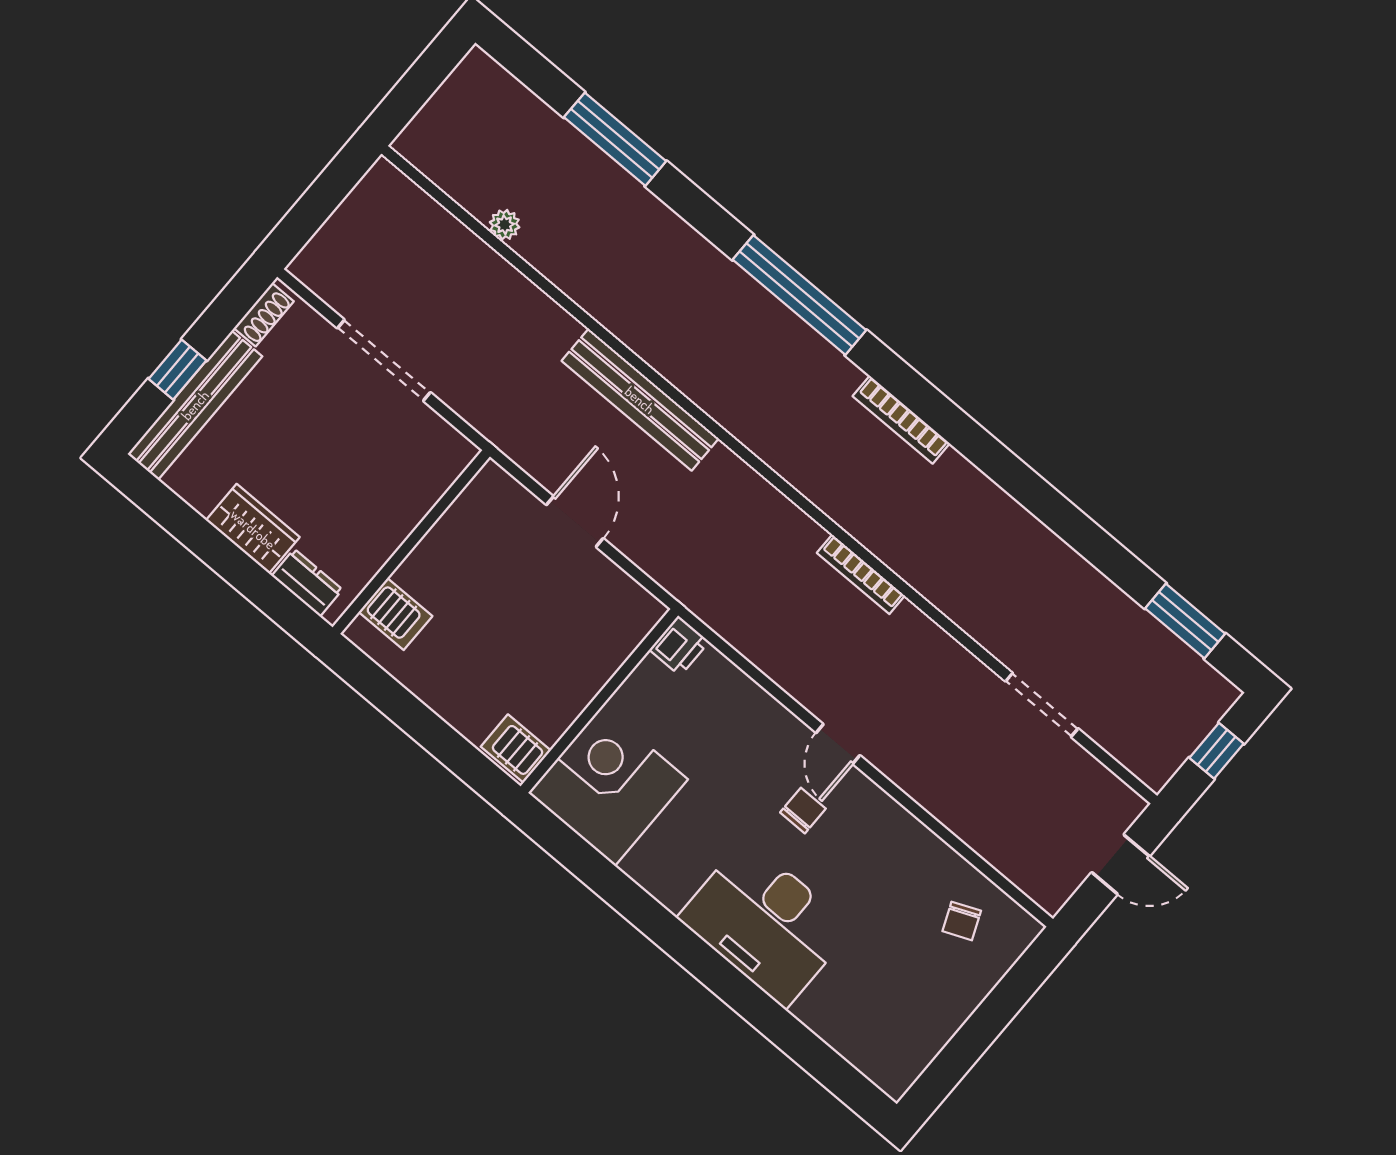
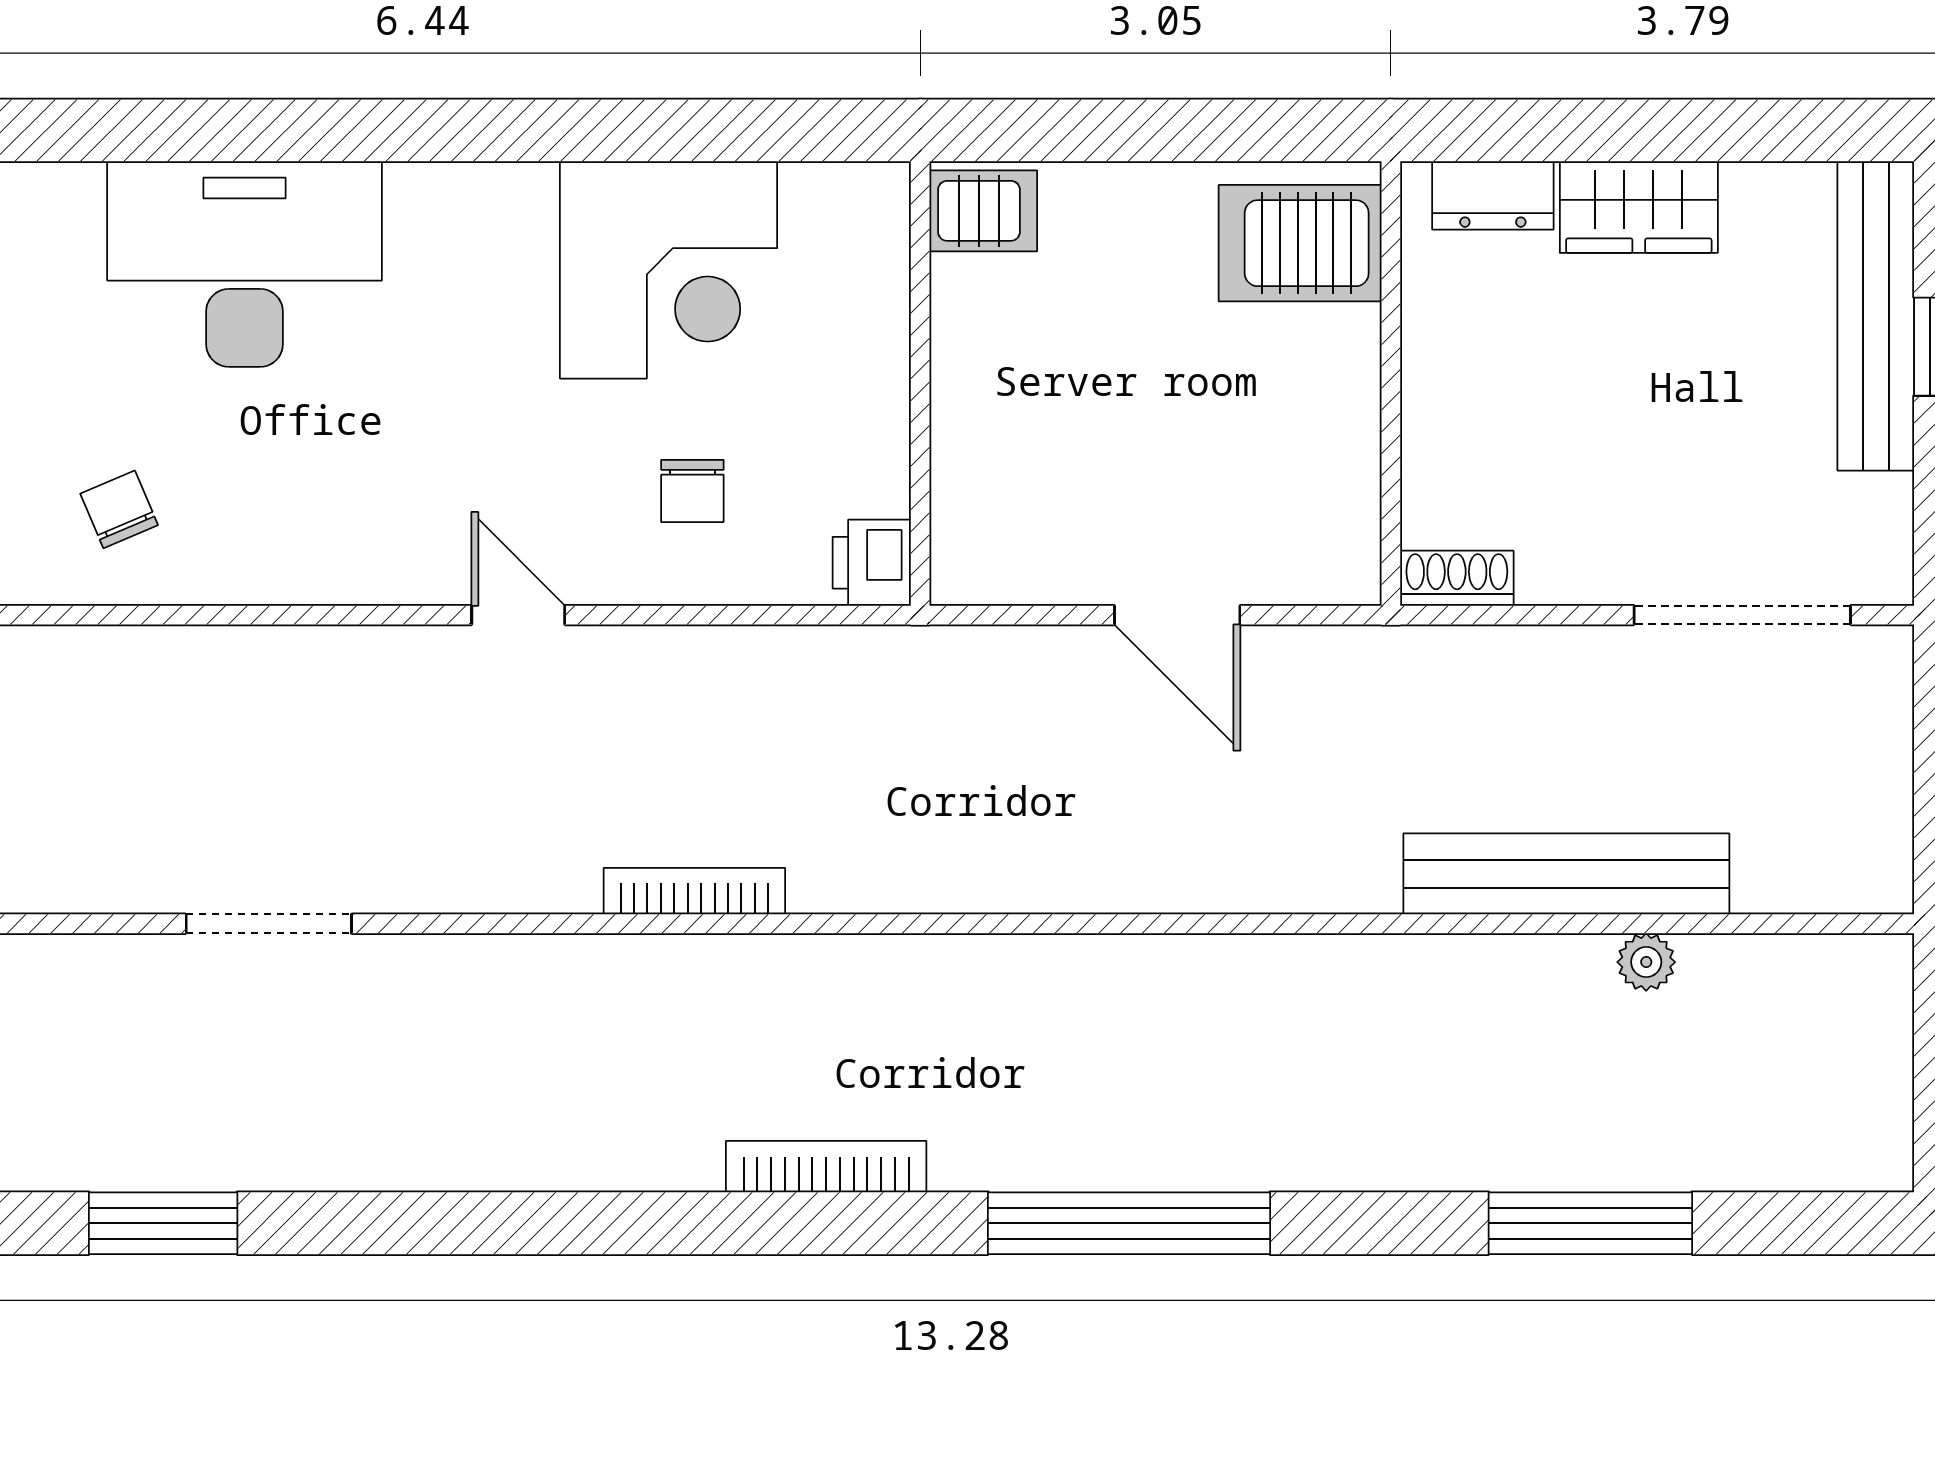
shoe rack: (264, 315) -> (1457, 578), moved, turned 90
doorway: (384, 360) -> (1742, 615), moved
bench: (640, 400) -> (1566, 874), moved
server rack: (395, 614) -> (1300, 243), width x1.36, depth x1.44
corner desk: (608, 786) -> (669, 270), moved
chair: (803, 811) -> (692, 491), moved
desk: (765, 923) -> (245, 264), moved

